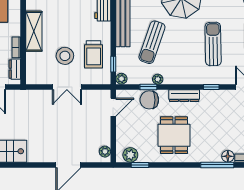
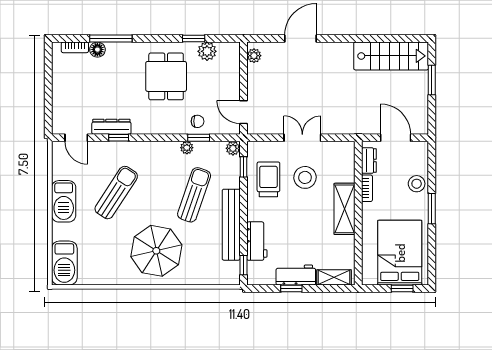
sun lounger: (213, 44) -> (116, 193), turned -146
dresser: (184, 96) -> (111, 127), moved
chair: (149, 100) -> (198, 121), width x0.54, depth x0.54
door: (113, 107) -> (243, 112), hinge flipped
plant: (130, 155) -> (207, 51), moved
window: (140, 165) -> (194, 38), moved

